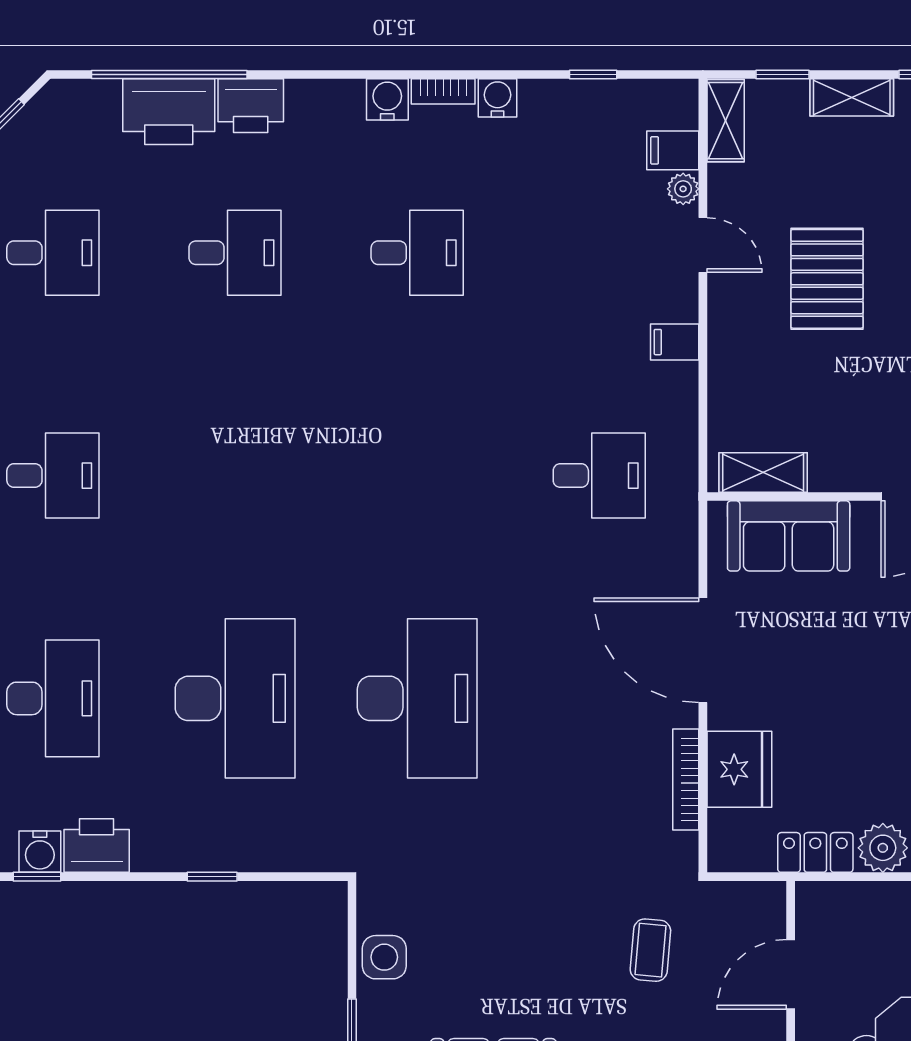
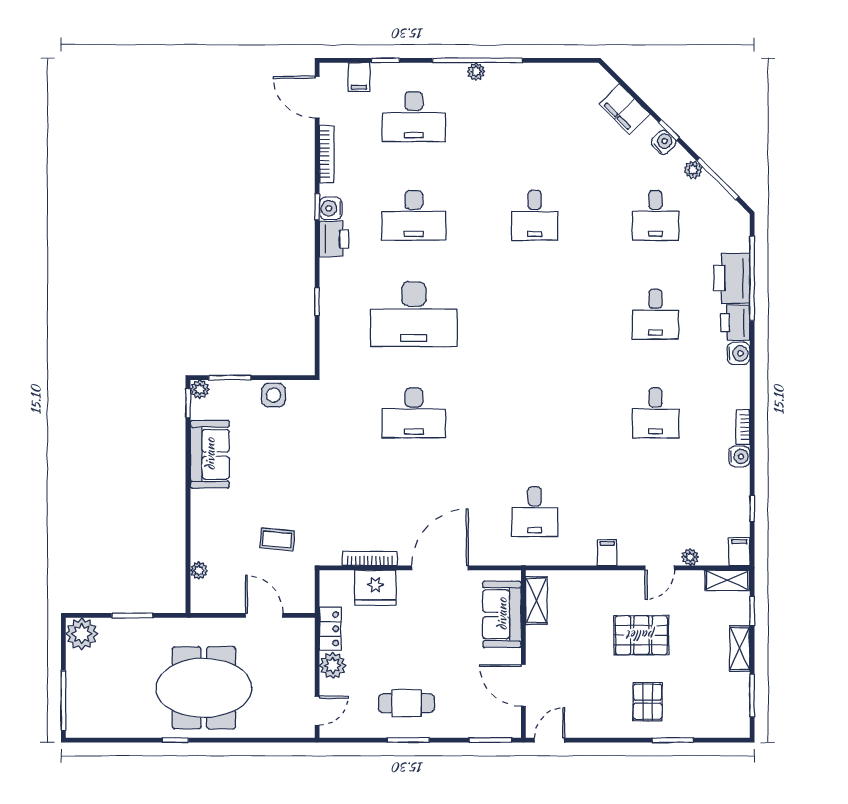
water cooler: (387, 99) -> (739, 353), moved
filing cabinet: (673, 150) -> (739, 552), moved
desk: (417, 698) -> (414, 413), width x0.73, depth x0.77

